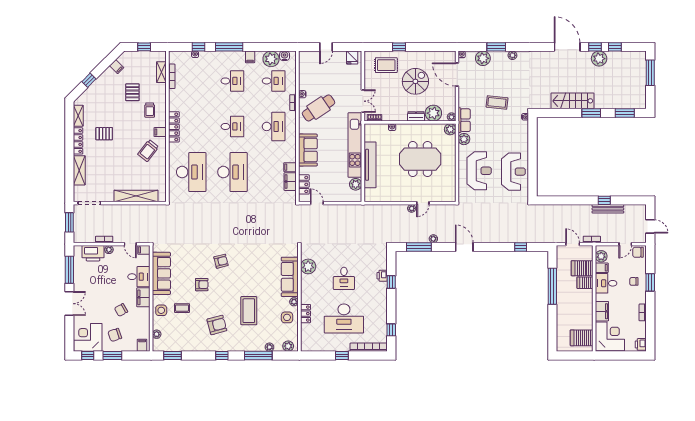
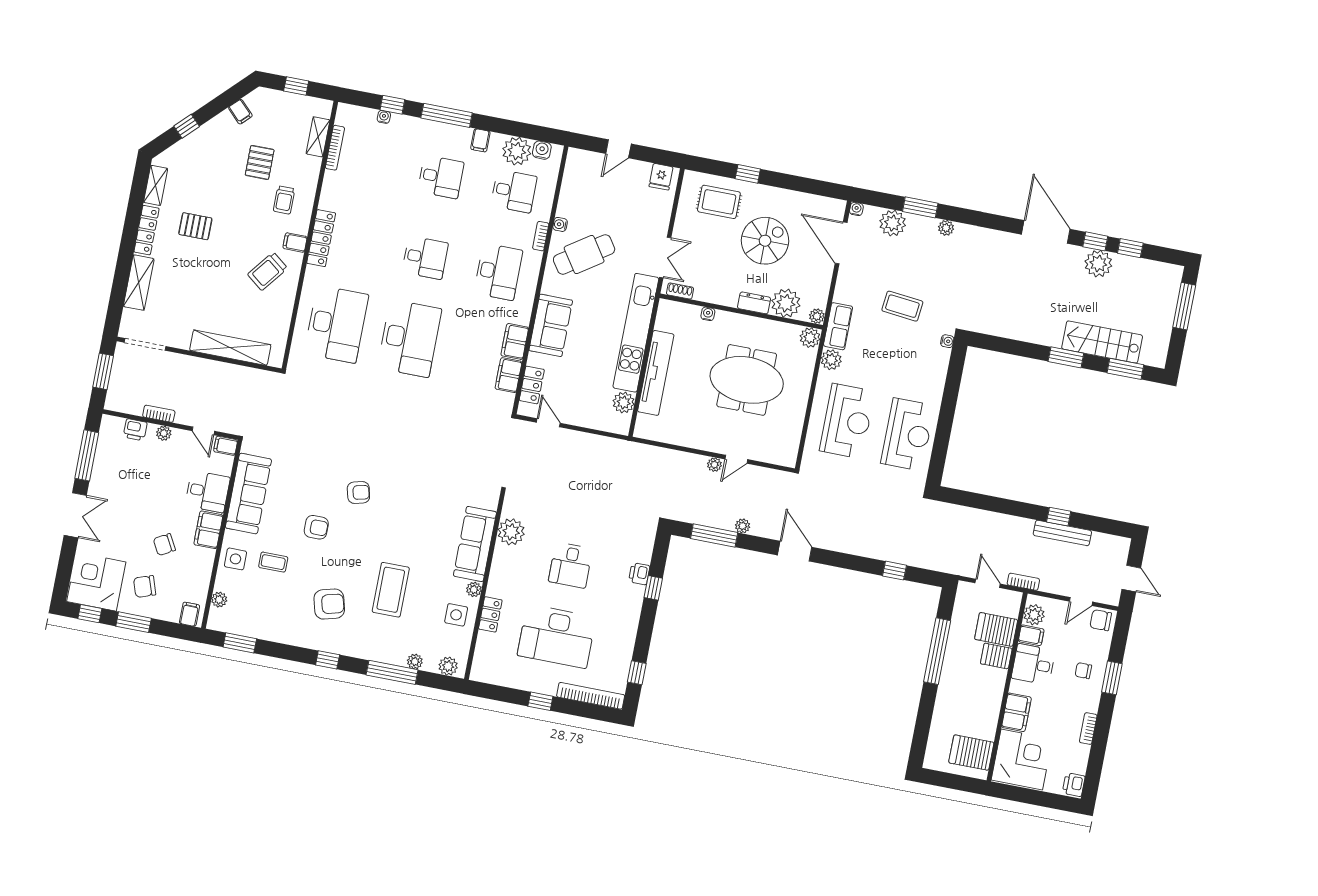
stairs: (572, 101) -> (1102, 342), moved
filing cabinet: (290, 167) -> (515, 341), width x2.00
printer: (93, 253) -> (135, 430), width x0.53, depth x0.68

